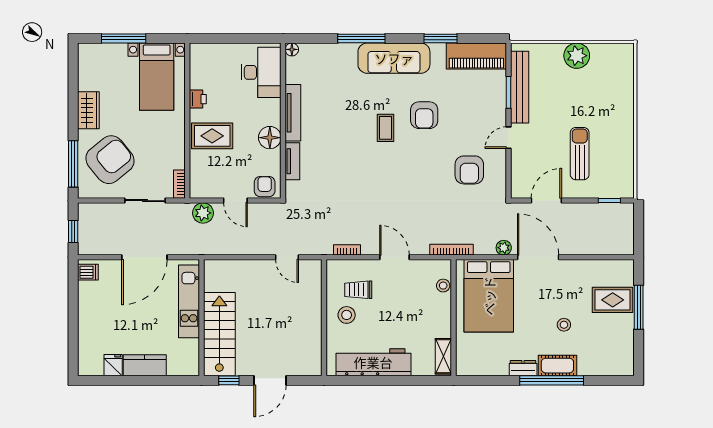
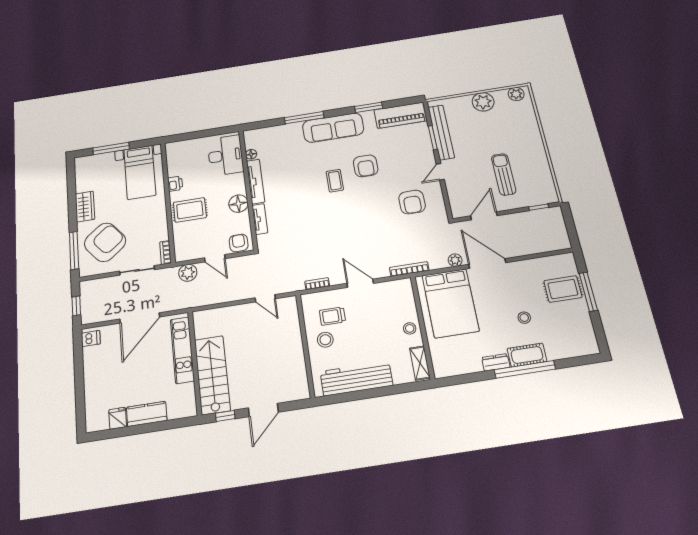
floor lamp: (292, 49) -> (251, 154), moved
plant: (618, 52) -> (516, 94), added
stool: (443, 286) -> (410, 328), moved

